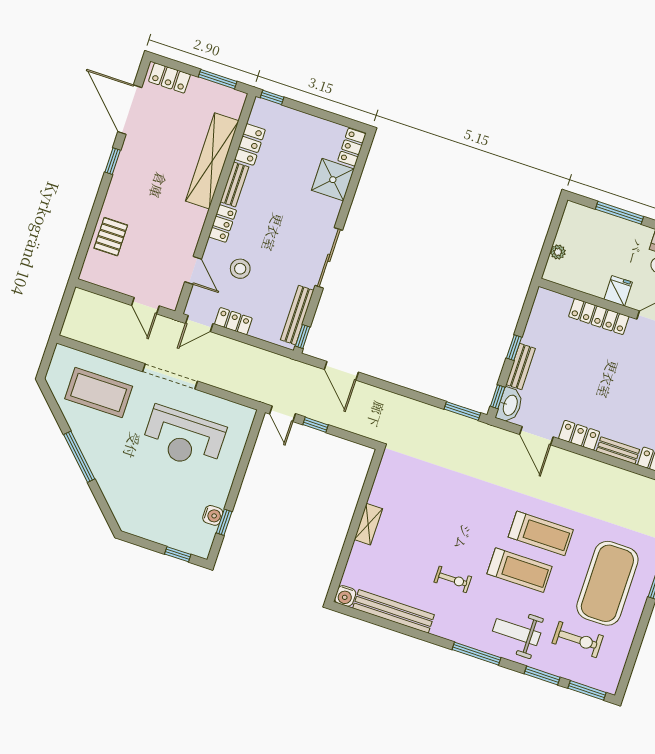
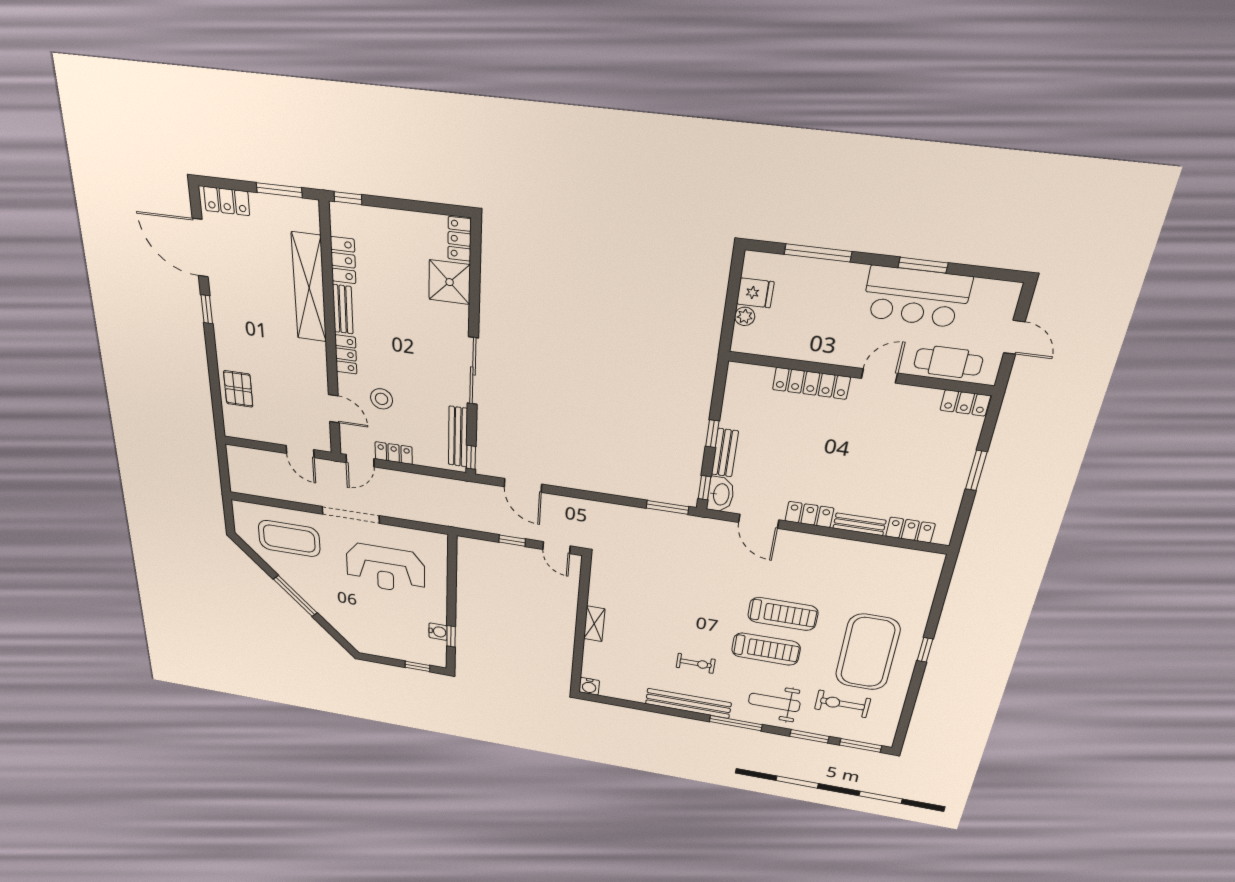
fridge: (618, 291) -> (755, 293), moved, turned 90
door: (282, 414) -> (556, 548), moved
bench: (394, 611) -> (688, 703), moved
exercise bike: (578, 639) -> (842, 704), turned 180

